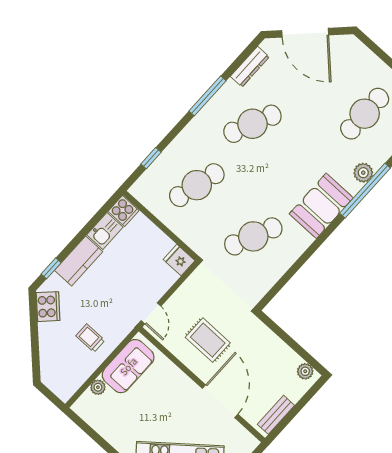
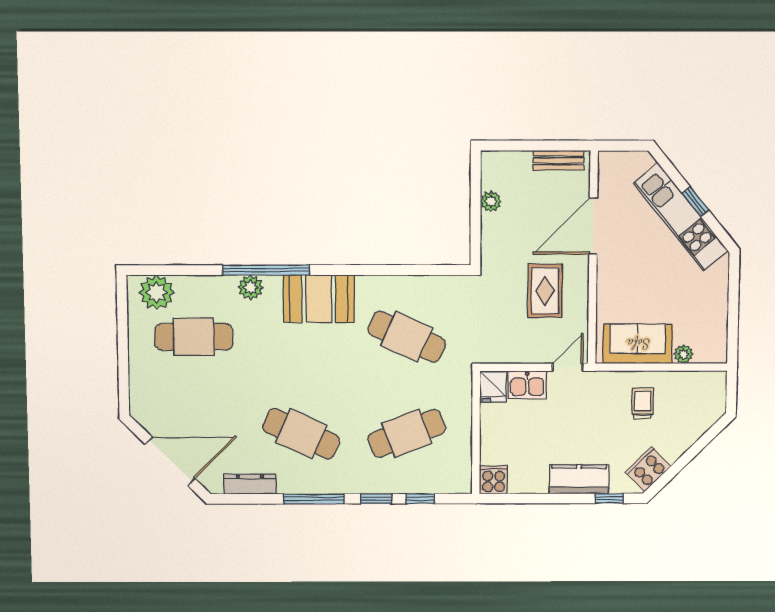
door: (305, 33) -> (170, 461), hinge flipped
window: (175, 132) -> (376, 499), added
cafe table: (197, 185) -> (407, 433), turned -36
kitchen sink: (105, 231) -> (527, 385), moved, turned 180
trolley: (90, 338) -> (643, 403), turned 180
plant: (305, 371) -> (491, 201), moved

